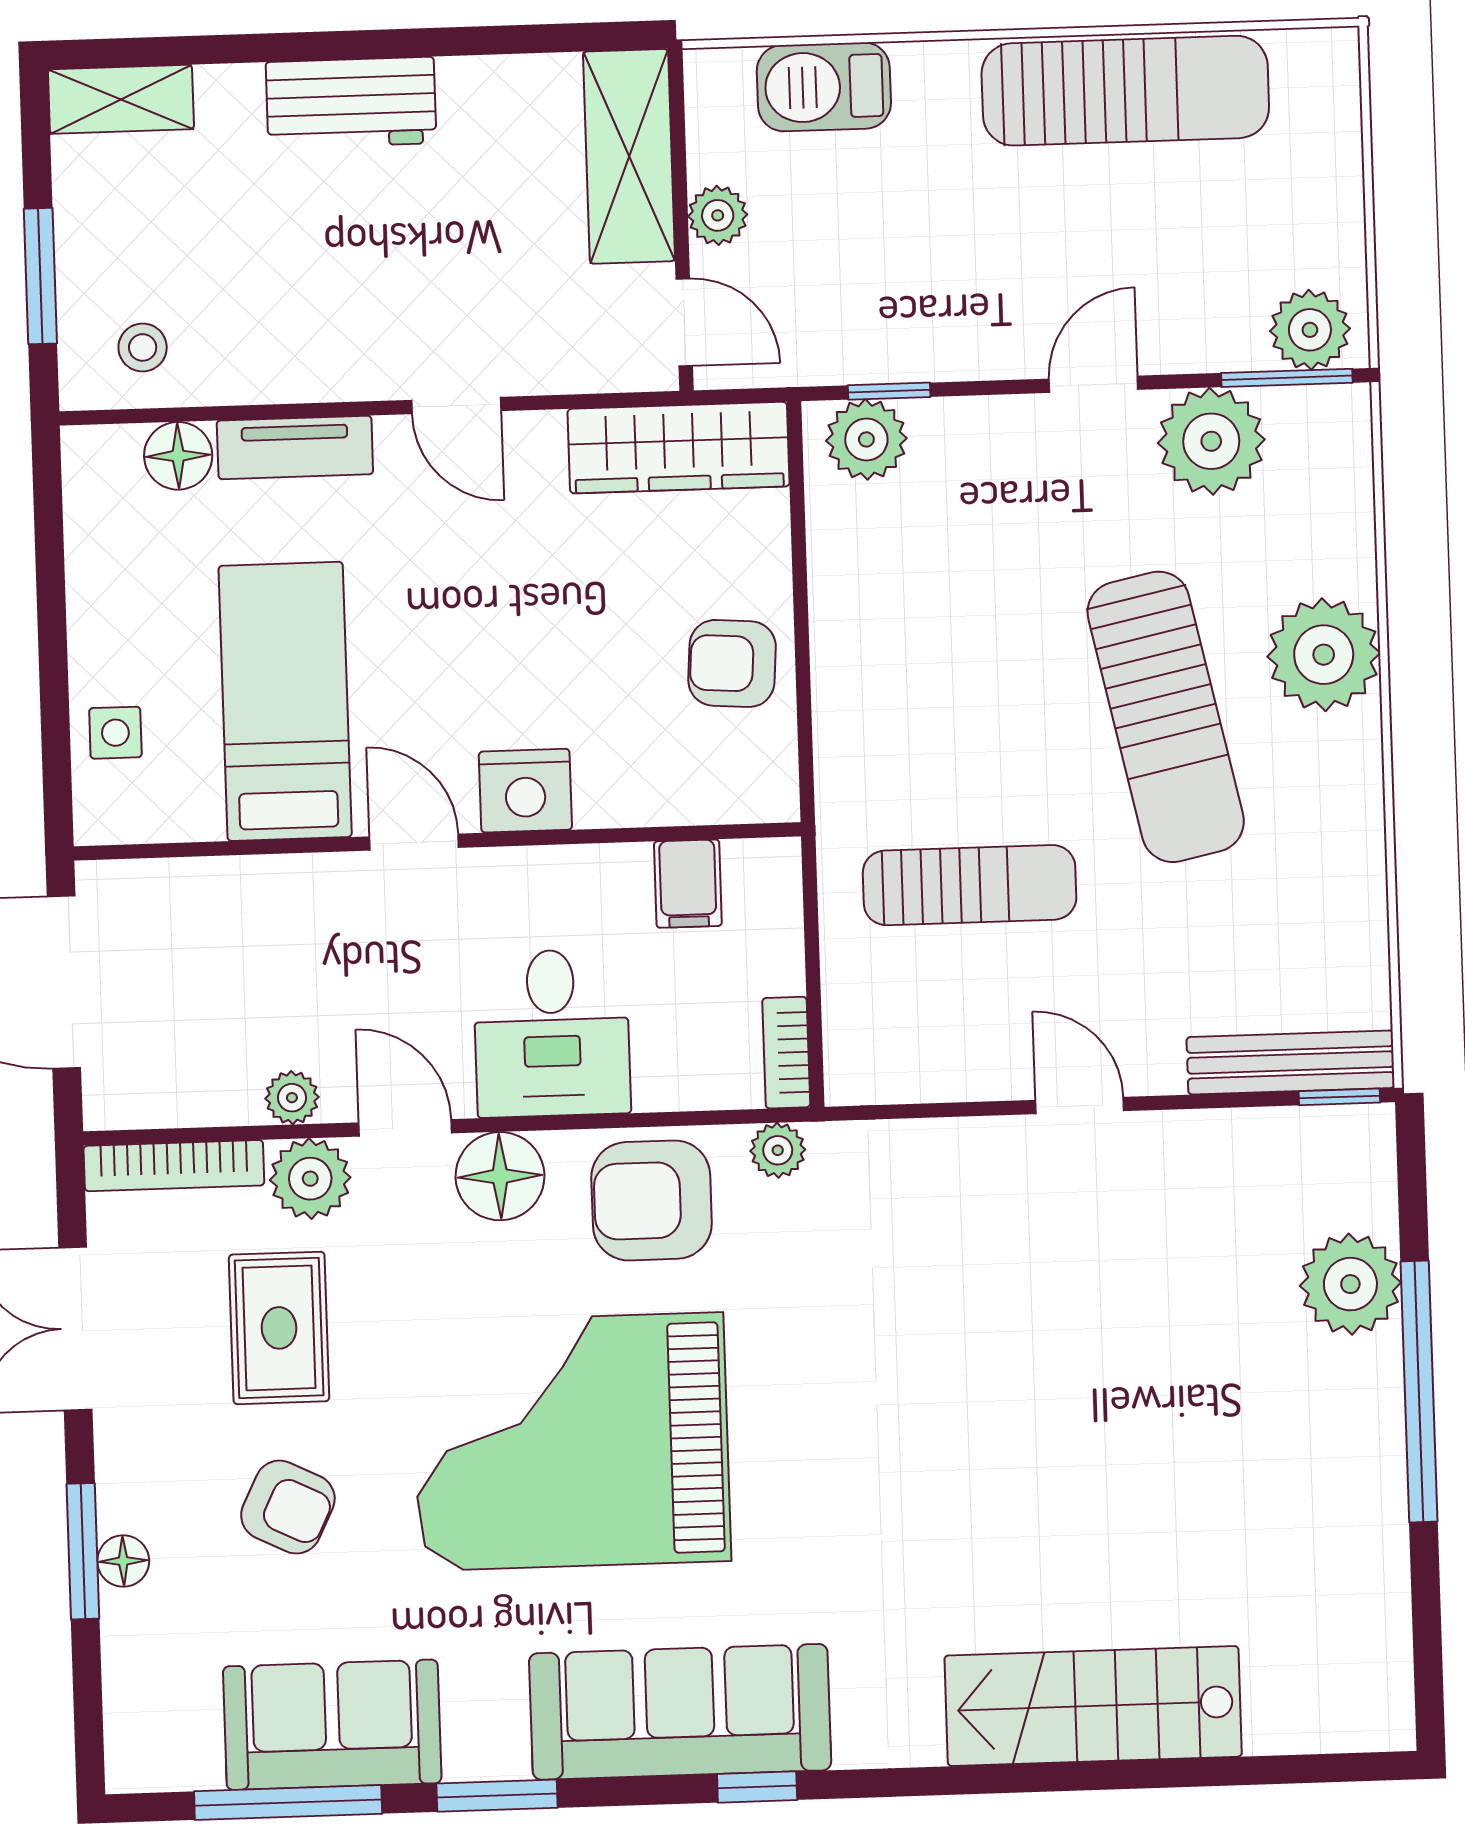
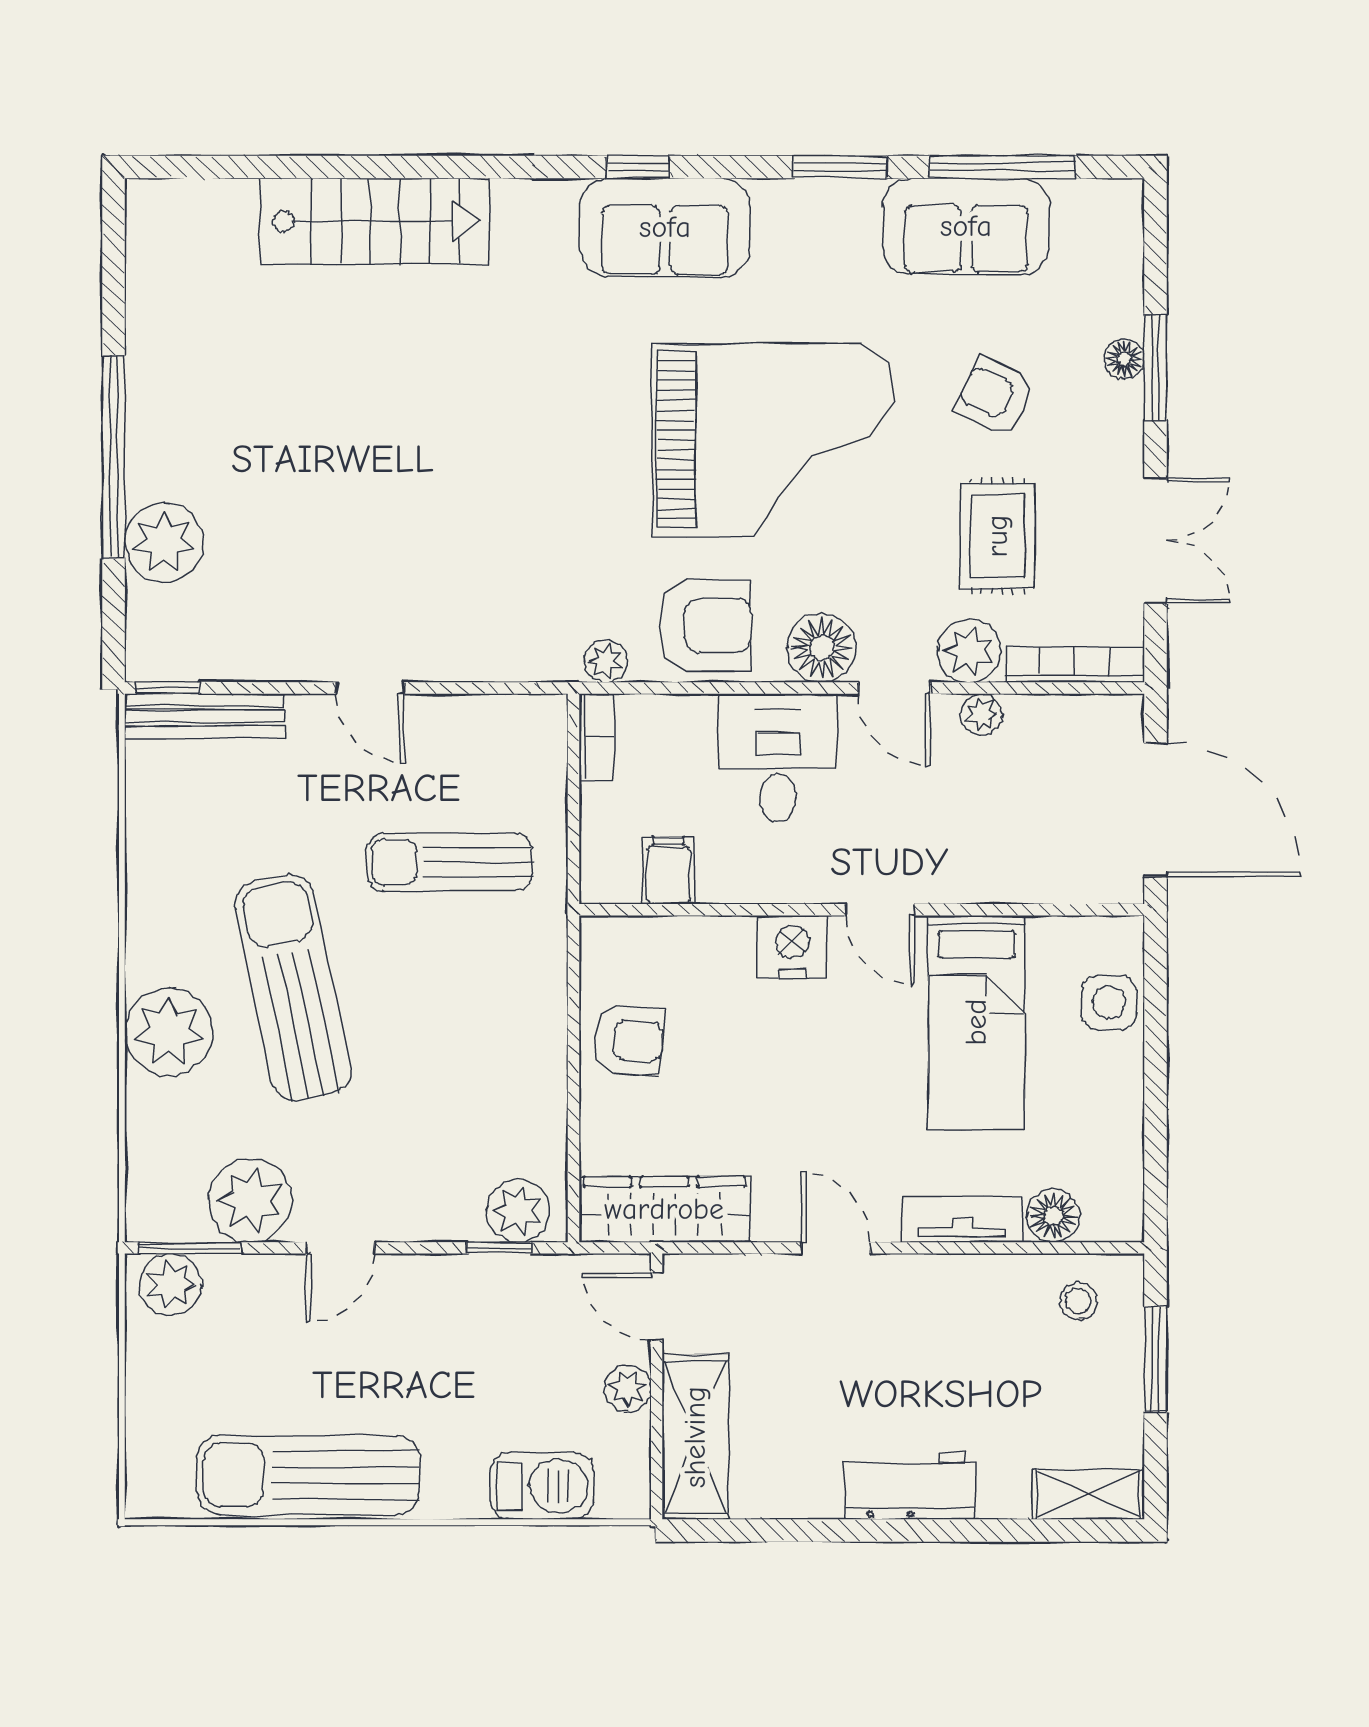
side table: (115, 733) -> (1109, 1002), width x1.37, depth x1.37
sofa: (680, 1712) -> (665, 227), width x0.73

